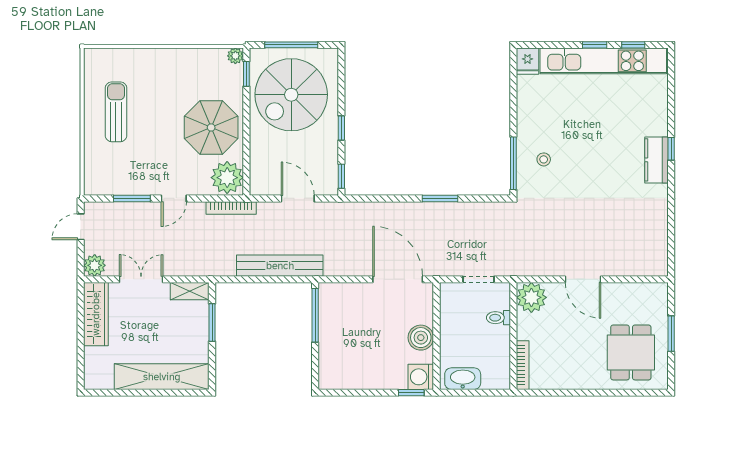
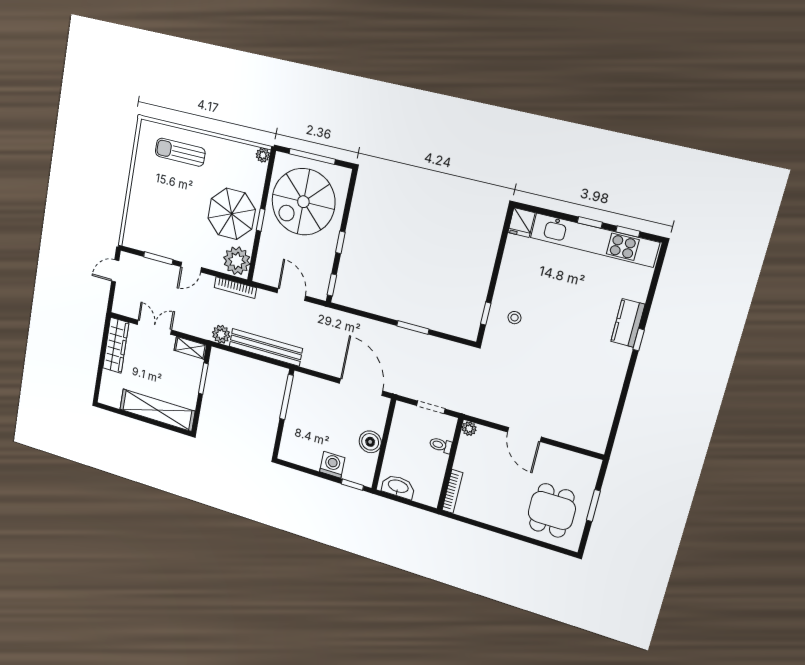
window: (246, 74) -> (261, 220), moved
sun lounger: (116, 112) -> (180, 152), moved, turned -90
kitchen counter: (656, 160) -> (628, 323), moved
window: (513, 163) -> (486, 314), width x0.46
plant: (95, 265) -> (221, 334), moved
plant: (531, 297) -> (469, 429), width x0.53, depth x0.53
washing machine: (421, 377) -> (332, 465), moved, turned 90

